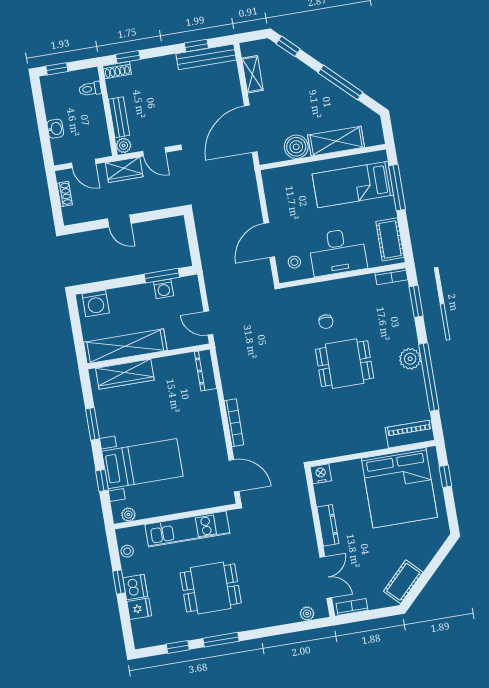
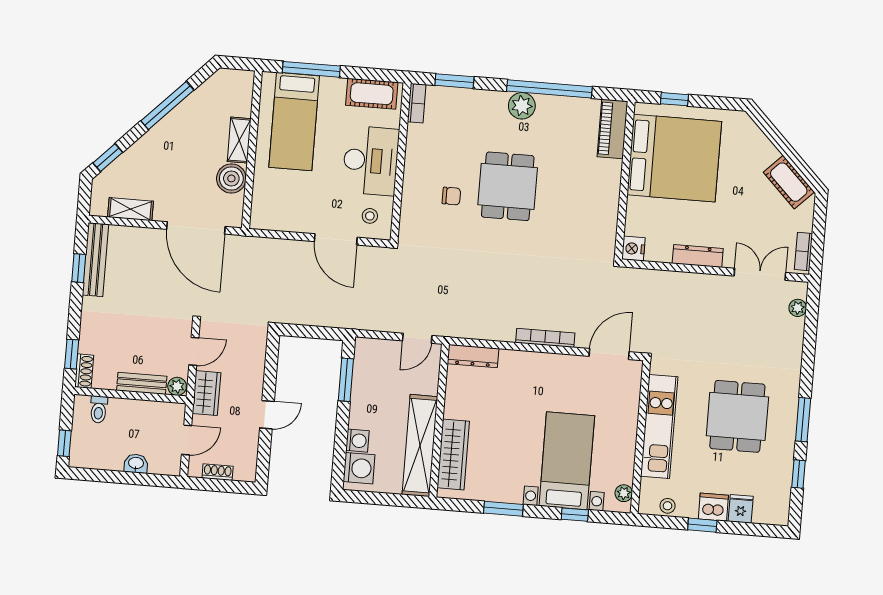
shelving: (336, 141) -> (239, 140), width x0.67, depth x0.75
washing machine: (164, 289) -> (357, 441), moved

